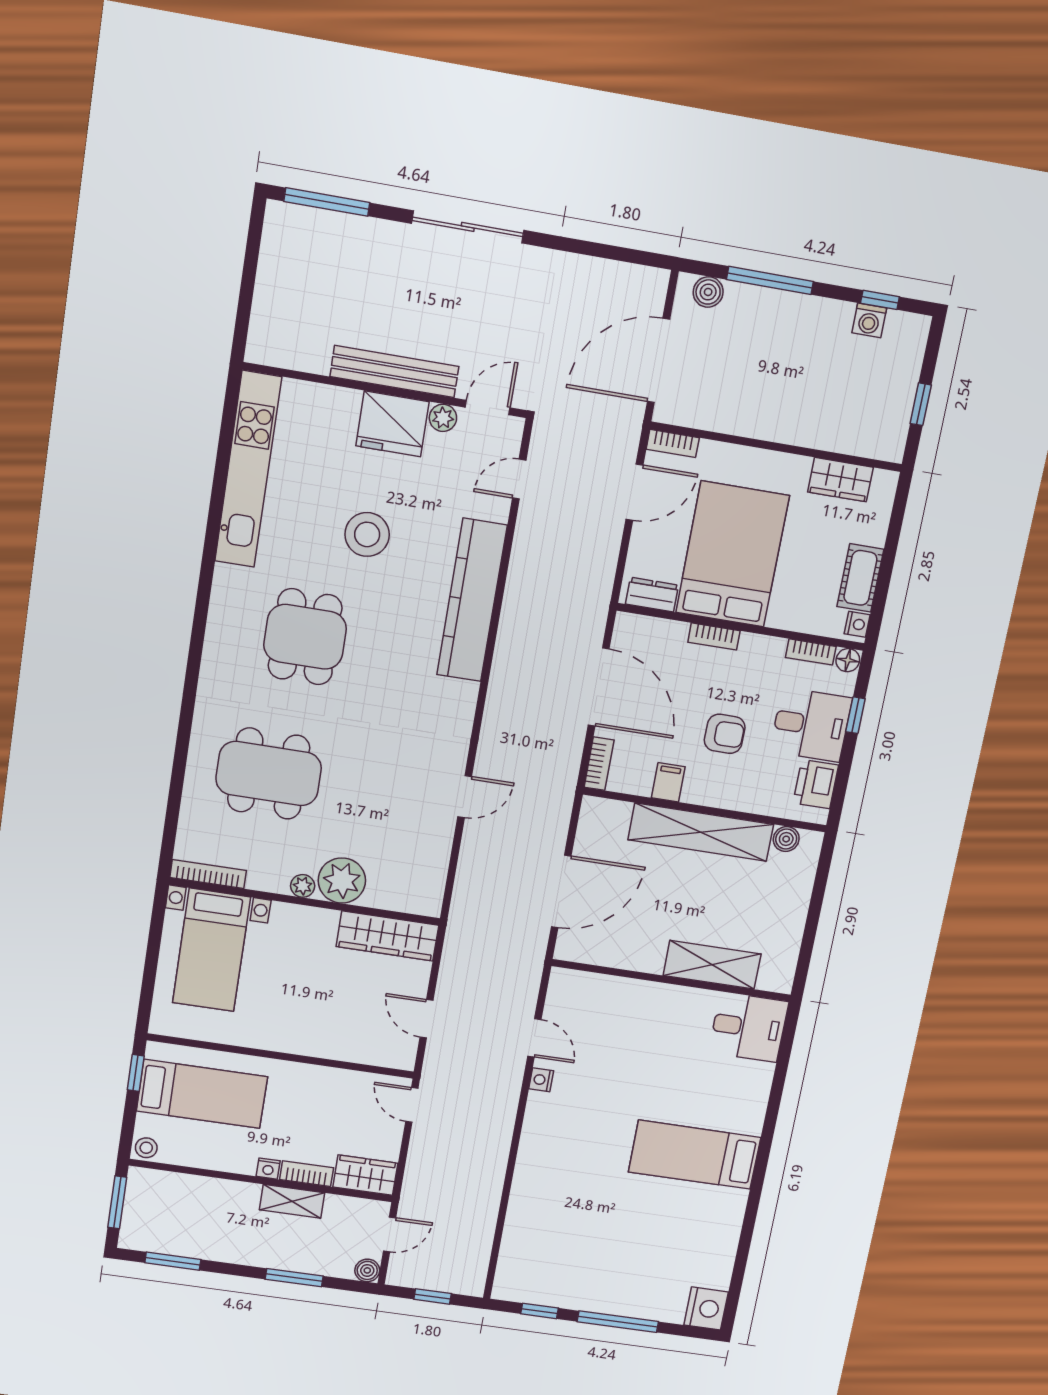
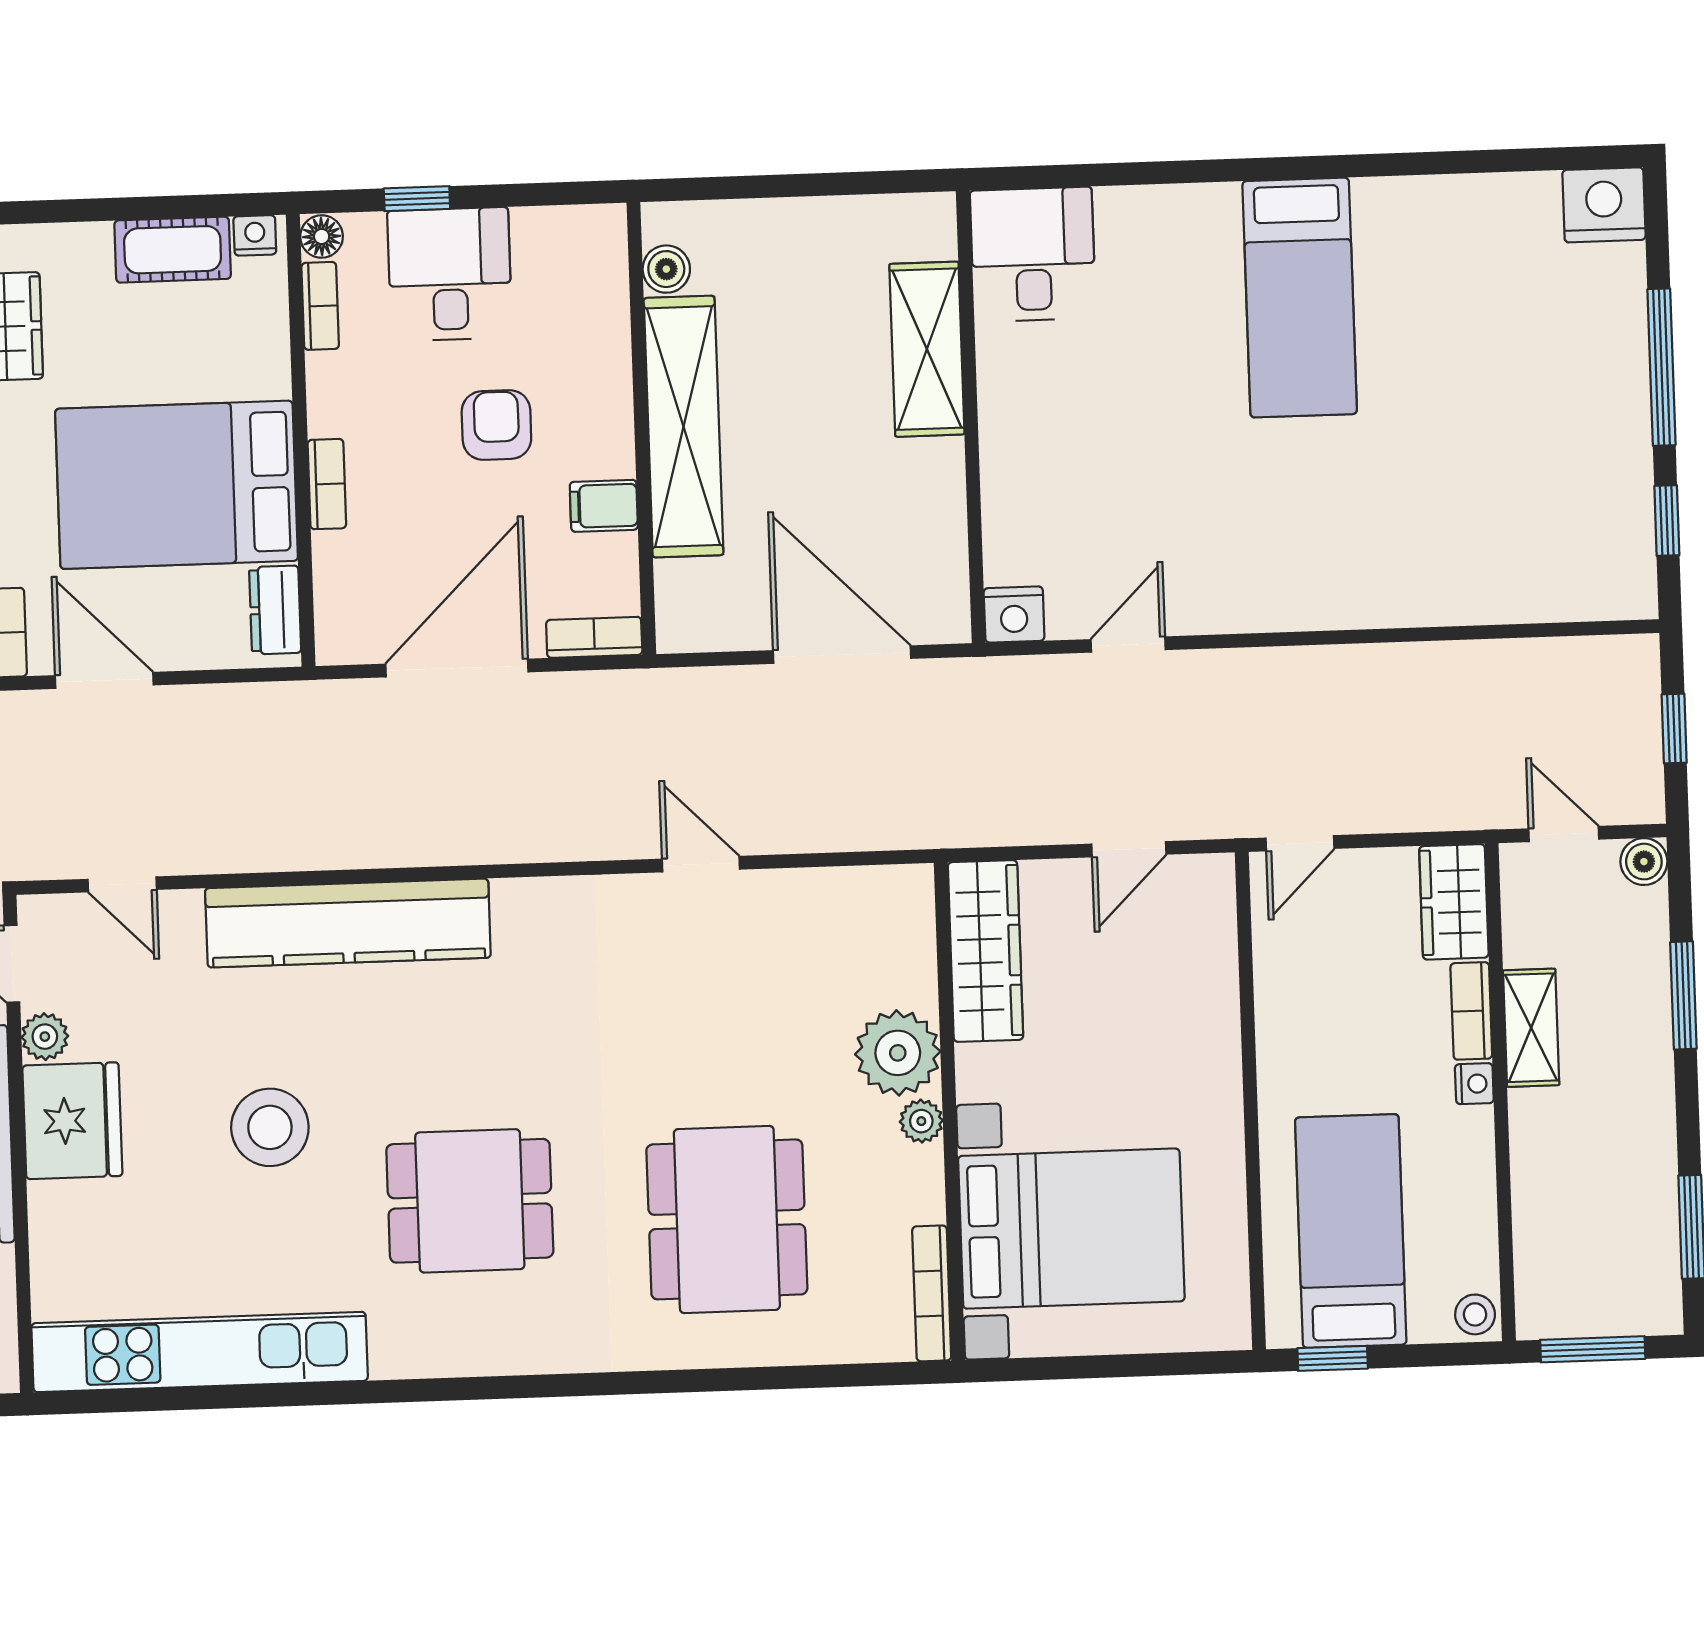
printer: (816, 784) -> (555, 240), removed
bed with nightstands: (211, 950) -> (1071, 1229), width x1.36
nightstand: (541, 1080) -> (1014, 615), moved, width x1.39, depth x1.35

